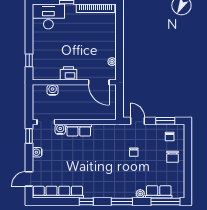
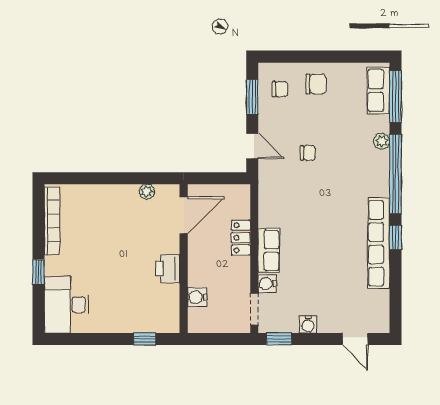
locker: (86, 114) -> (241, 238), added
door: (138, 121) -> (252, 146), swing flipped
row of seats: (58, 192) -> (379, 243), moved
row of seats: (159, 192) -> (378, 91), moved
window: (122, 201) -> (395, 174), width x2.11

